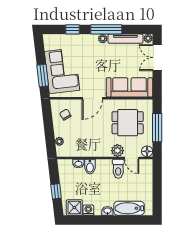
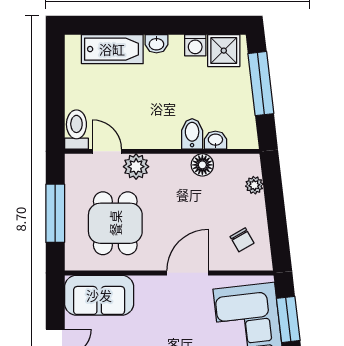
sofa: (129, 87) -> (99, 295), width x0.73
dining table: (128, 123) -> (115, 223), turned 90
floor lamp: (147, 151) -> (202, 165), moved
toilet: (118, 169) -> (76, 129), moved
window: (56, 191) -> (261, 84), width x2.17

